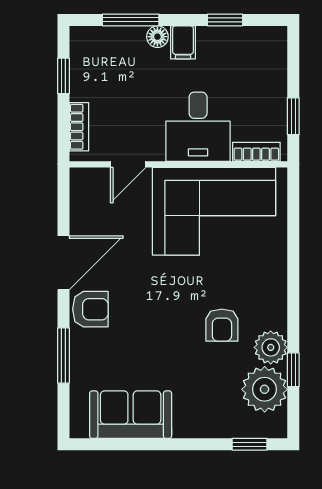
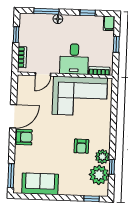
filing cabinet: (183, 42) -> (109, 23), moved
window: (293, 116) -> (116, 44), moved
window: (63, 356) -> (11, 176), moved

